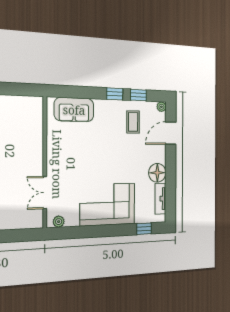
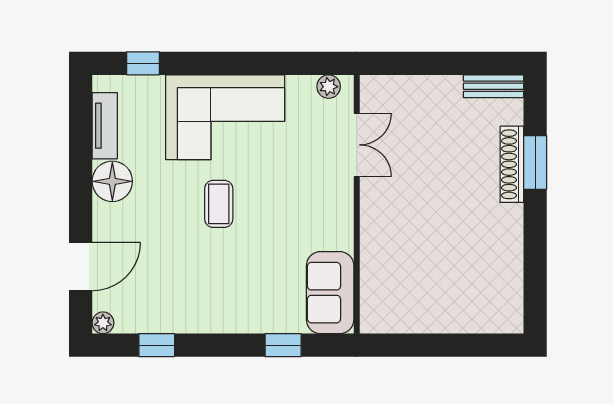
window: (115, 94) -> (283, 345), moved
sofa: (74, 110) -> (330, 293), moved, turned -90
coffee table: (133, 122) -> (219, 204), moved

